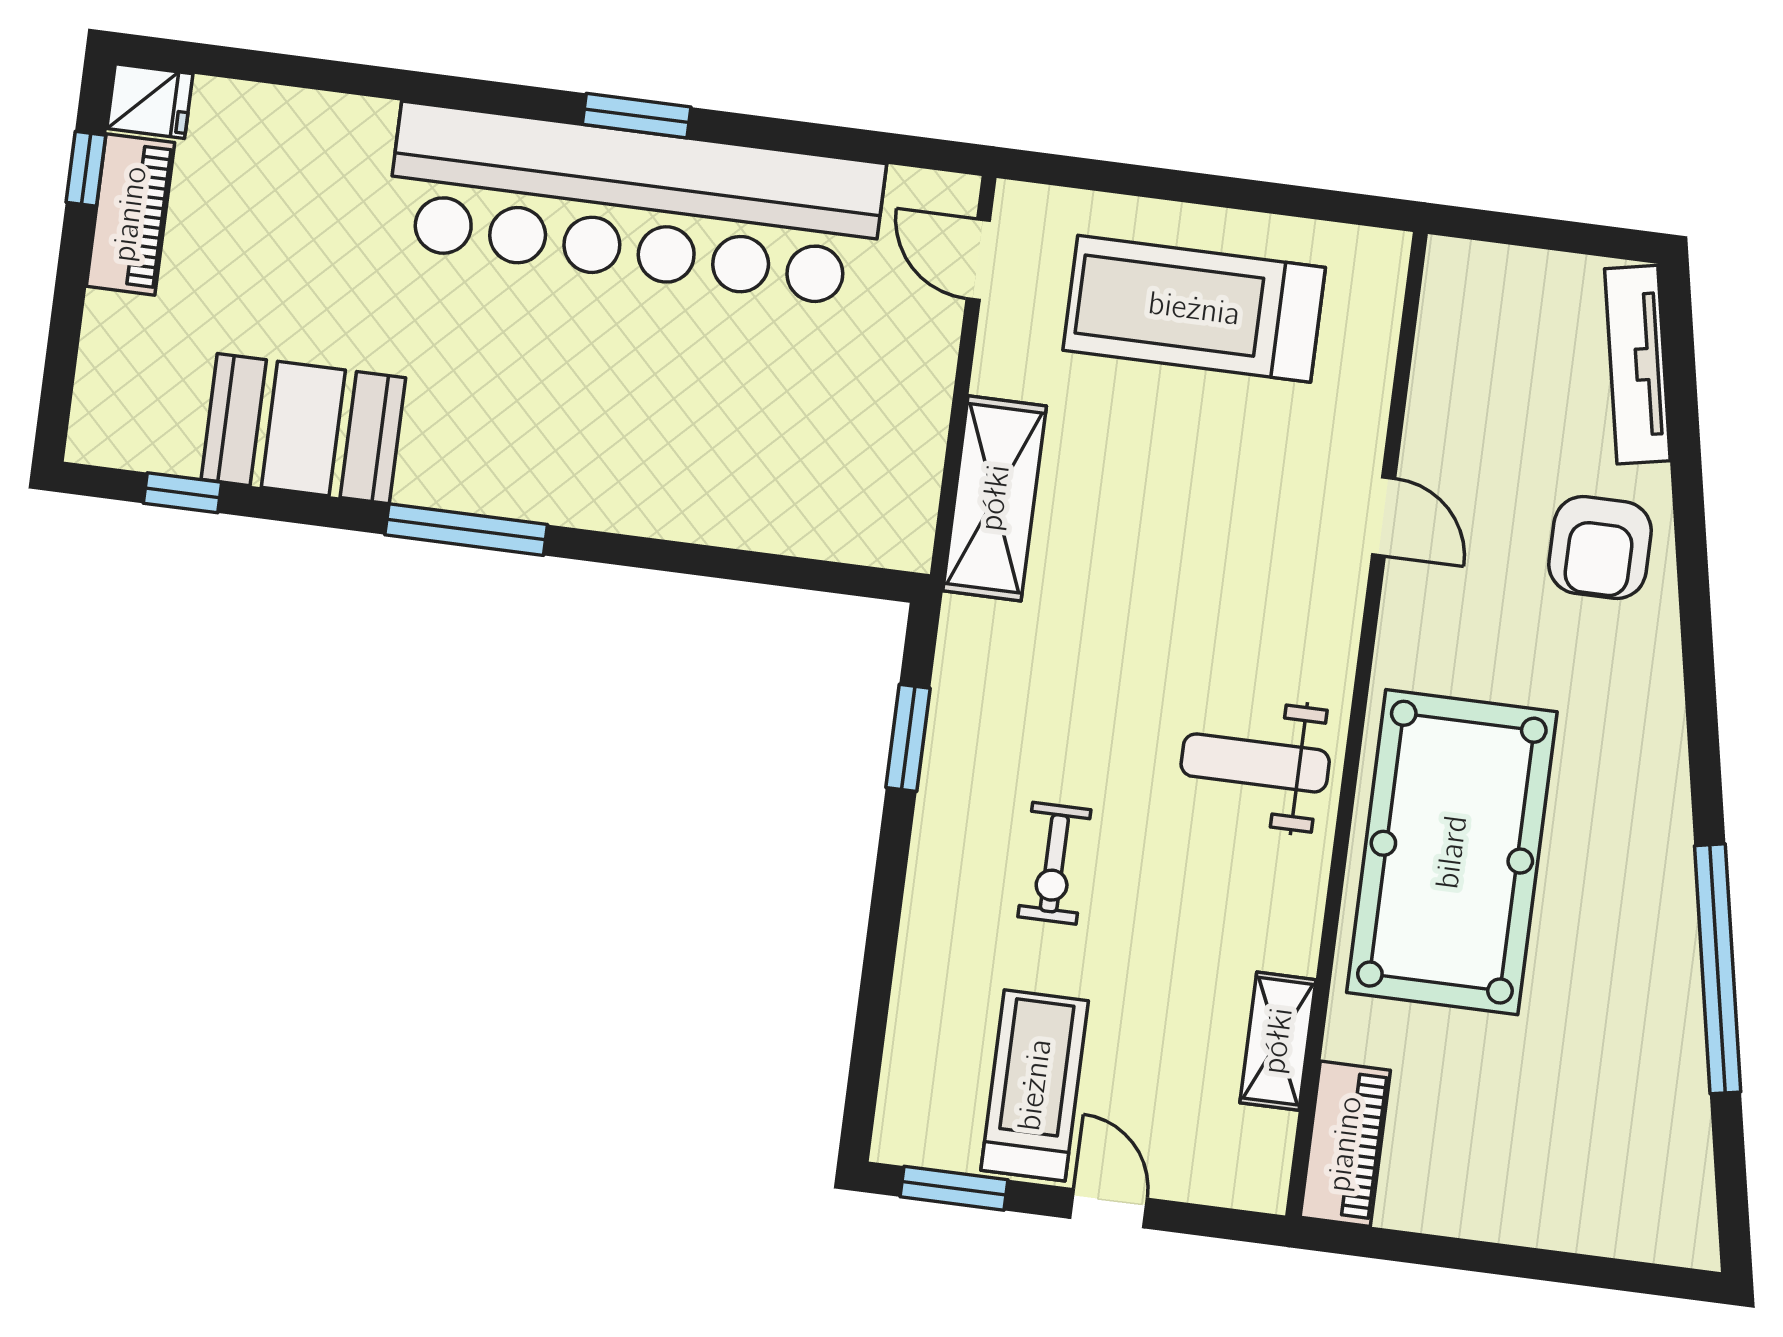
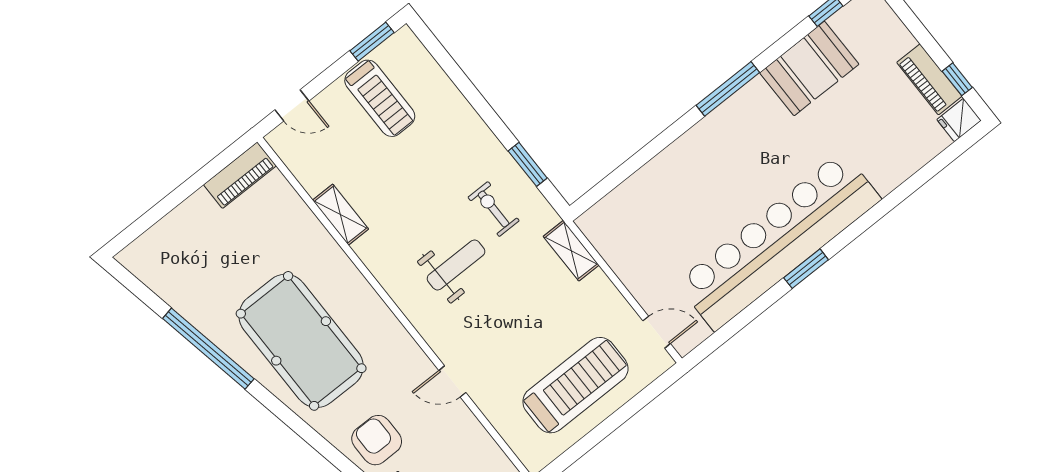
shelving: (995, 498) -> (571, 251), width x0.67, depth x0.75
weight bench: (1255, 763) -> (456, 265), moved
pool table: (1452, 852) -> (301, 341), moved
exercise bike: (1054, 863) -> (494, 209), moved
shelving: (1278, 1041) -> (340, 215), moved
piano: (1345, 1144) -> (240, 175), moved, turned -90
door: (1109, 1208) -> (292, 105), moved

